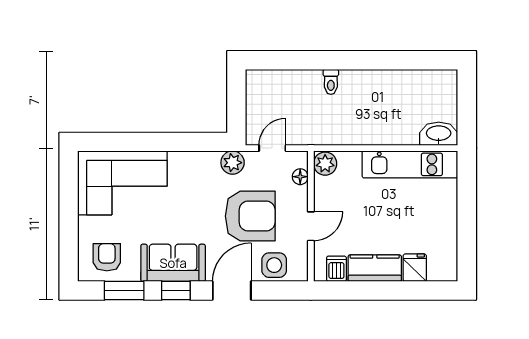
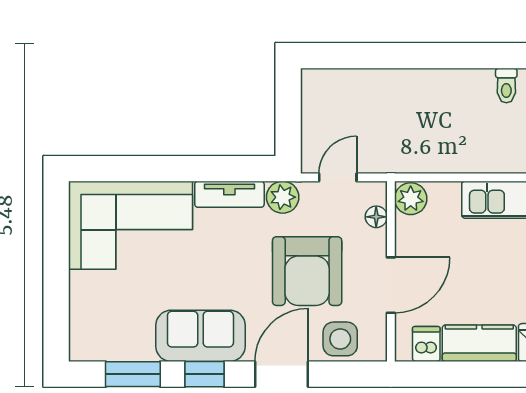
toilet: (331, 82) -> (506, 86), moved
tv unit: (194, 160) -> (229, 194), added
armchair: (250, 216) -> (307, 271), turned 90
door: (311, 226) -> (391, 285), width x1.38
armchair: (107, 257) -> (109, 328), removed

